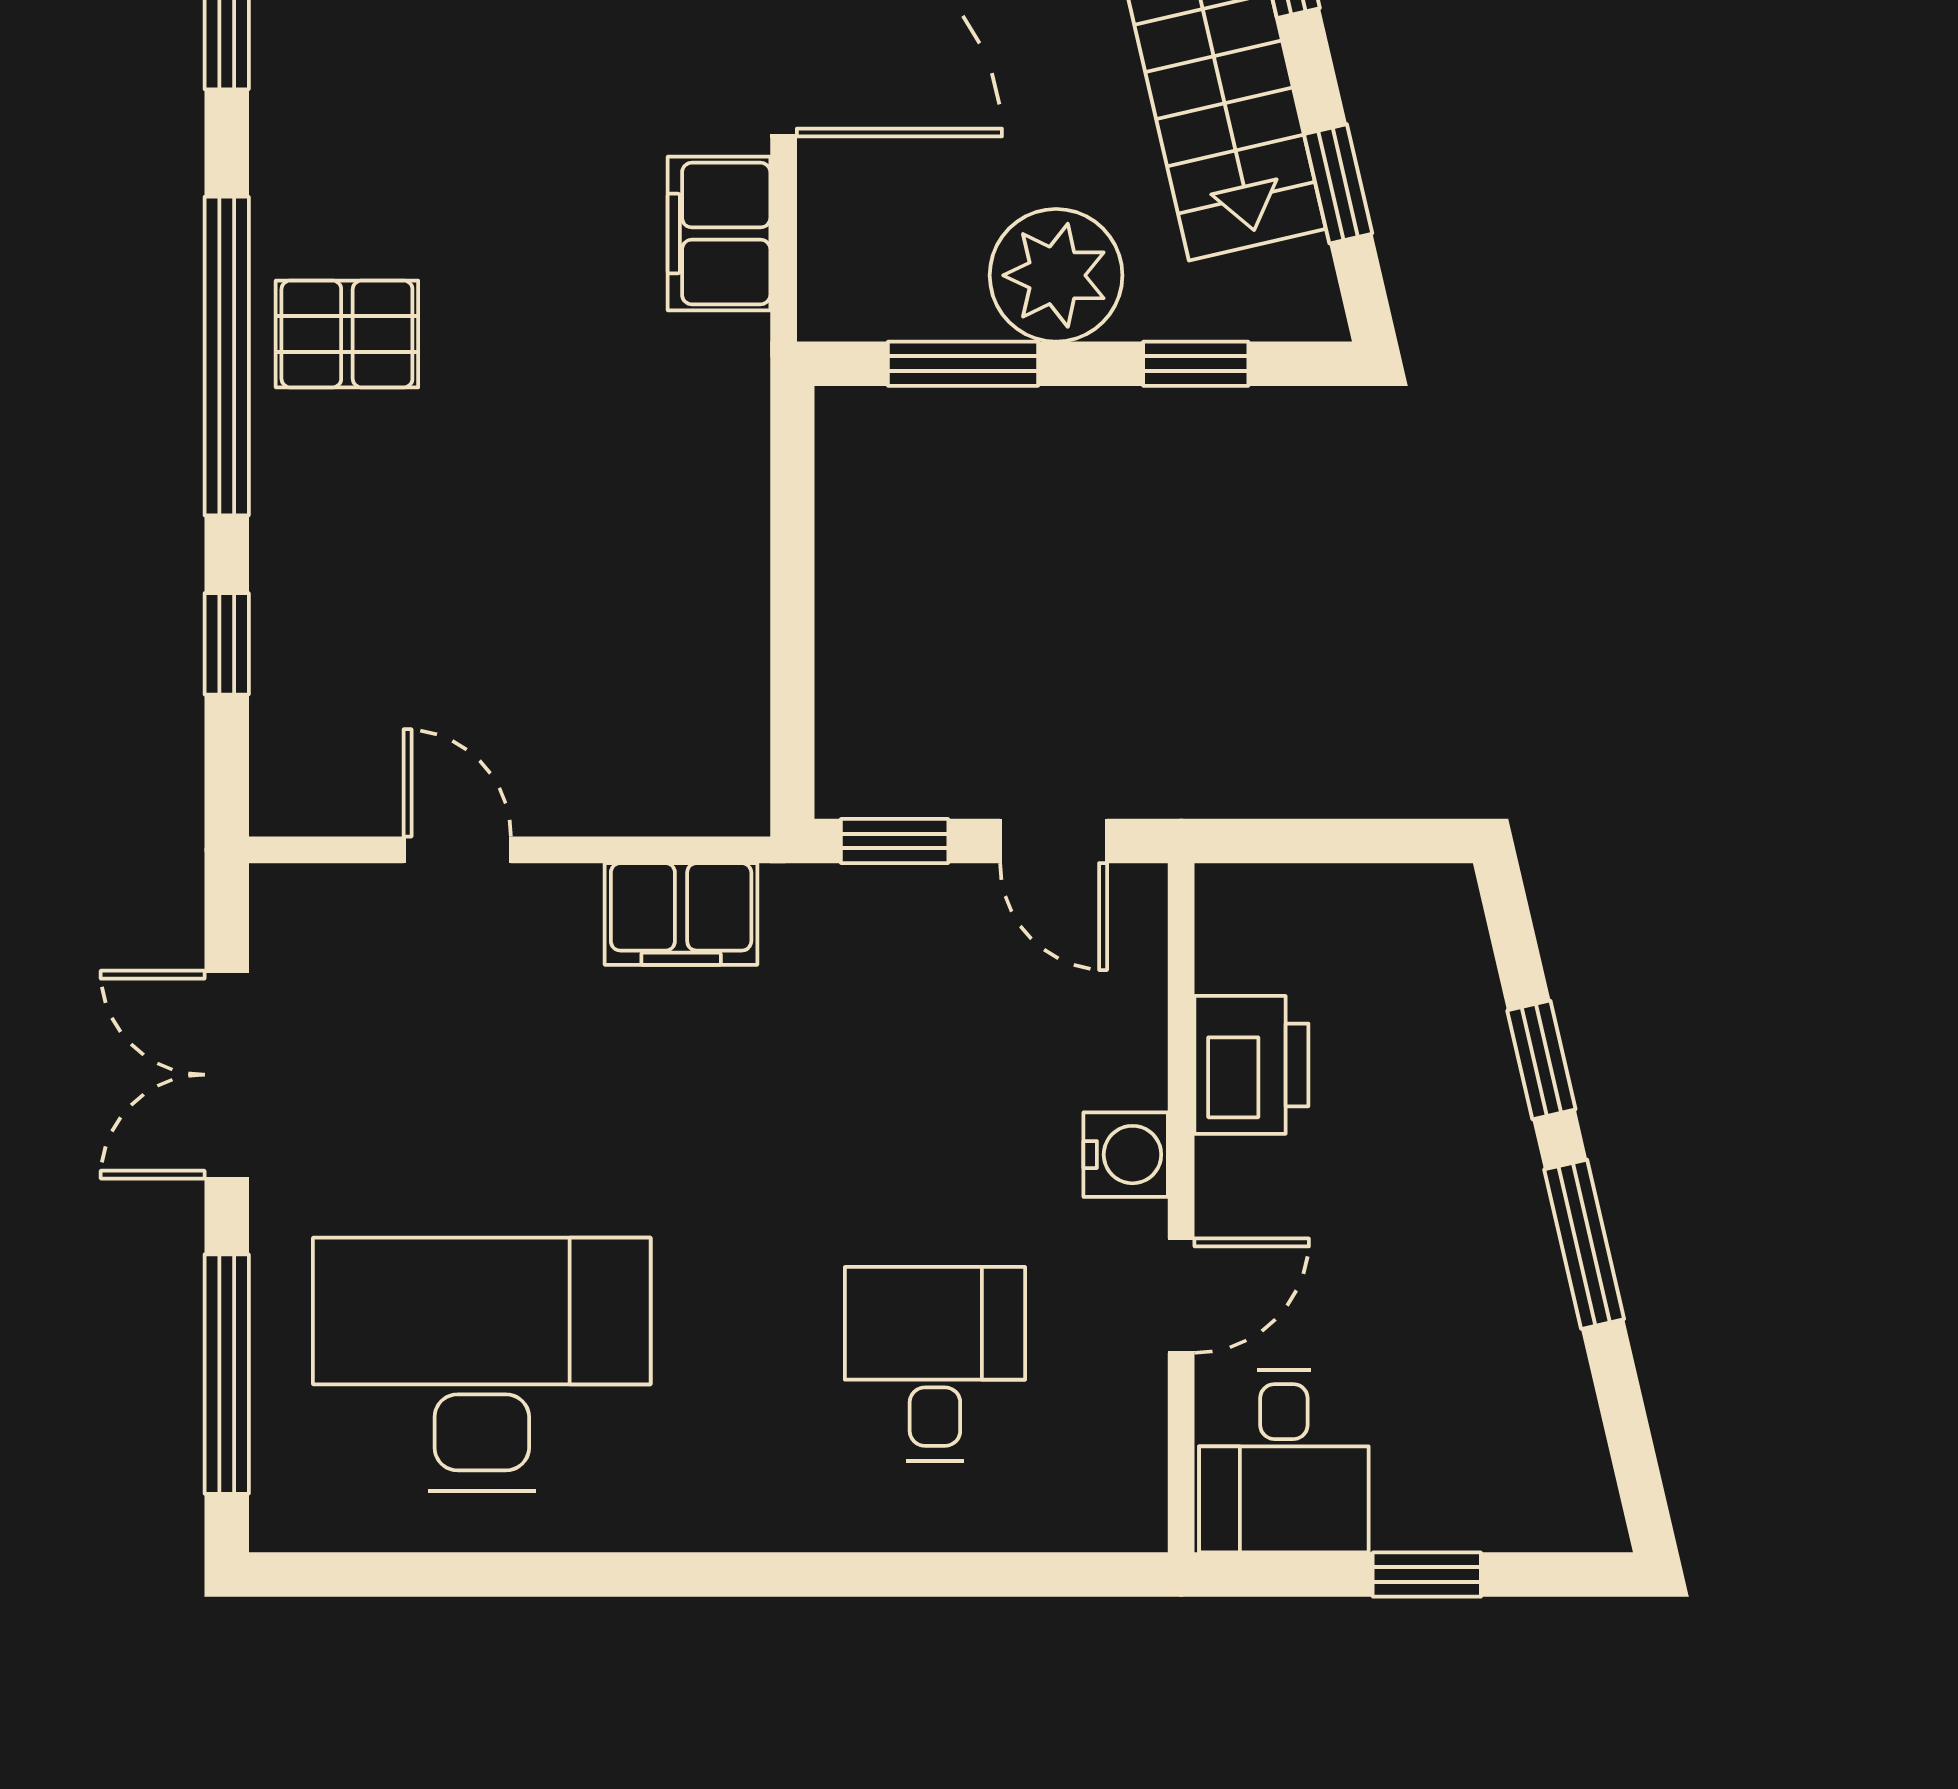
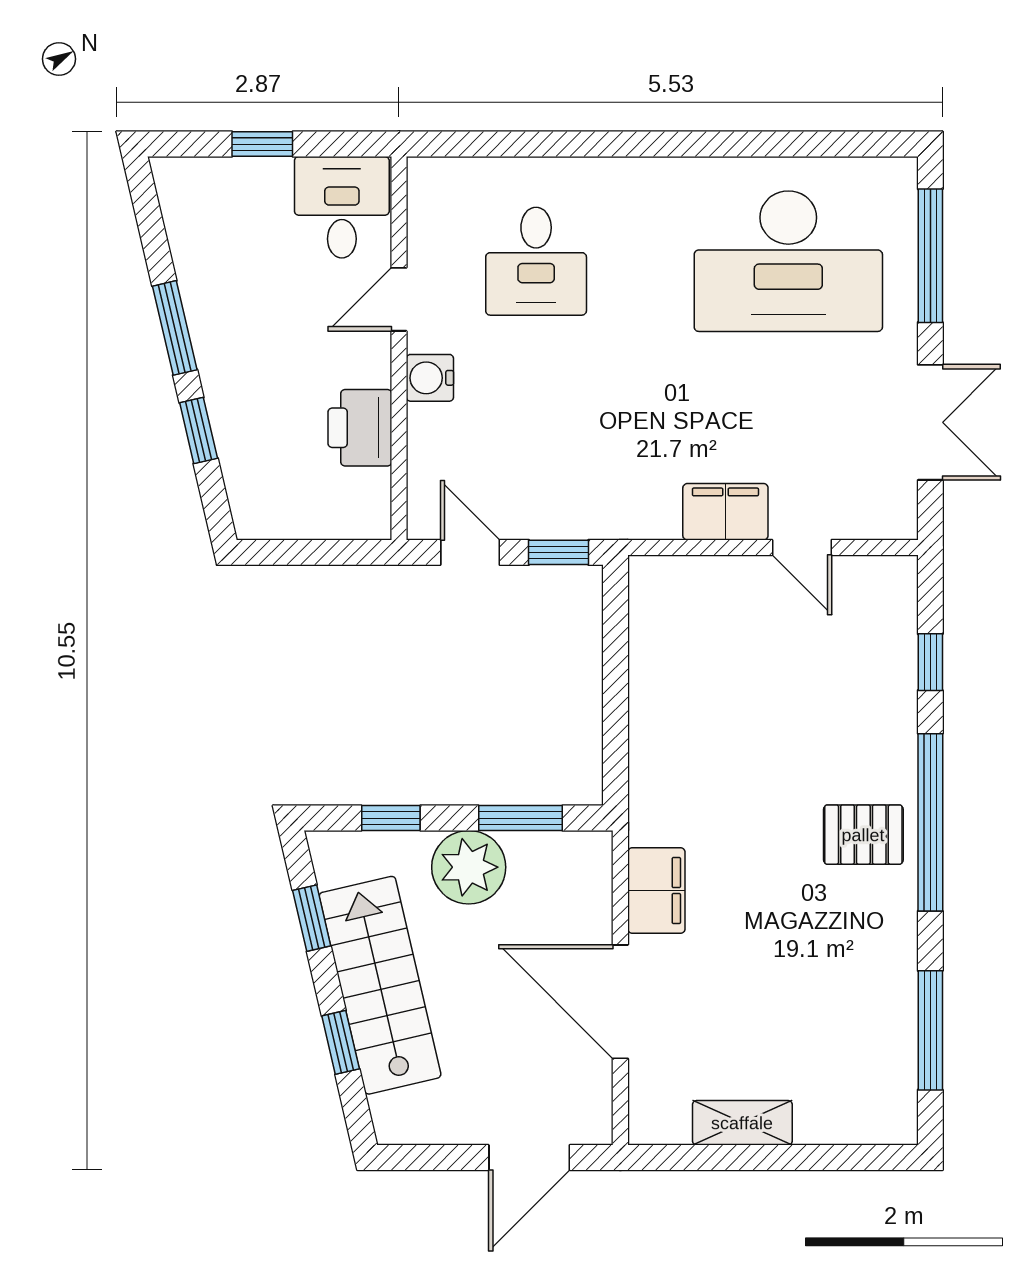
filing cabinet: (681, 914) -> (725, 512), moved

